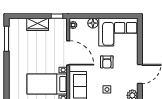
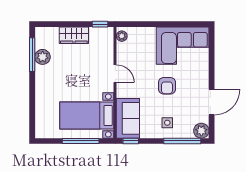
floor lamp: (93, 23) -> (148, 34), removed
plant: (14, 41) -> (43, 57), added
door: (68, 53) -> (115, 74), width x0.53

